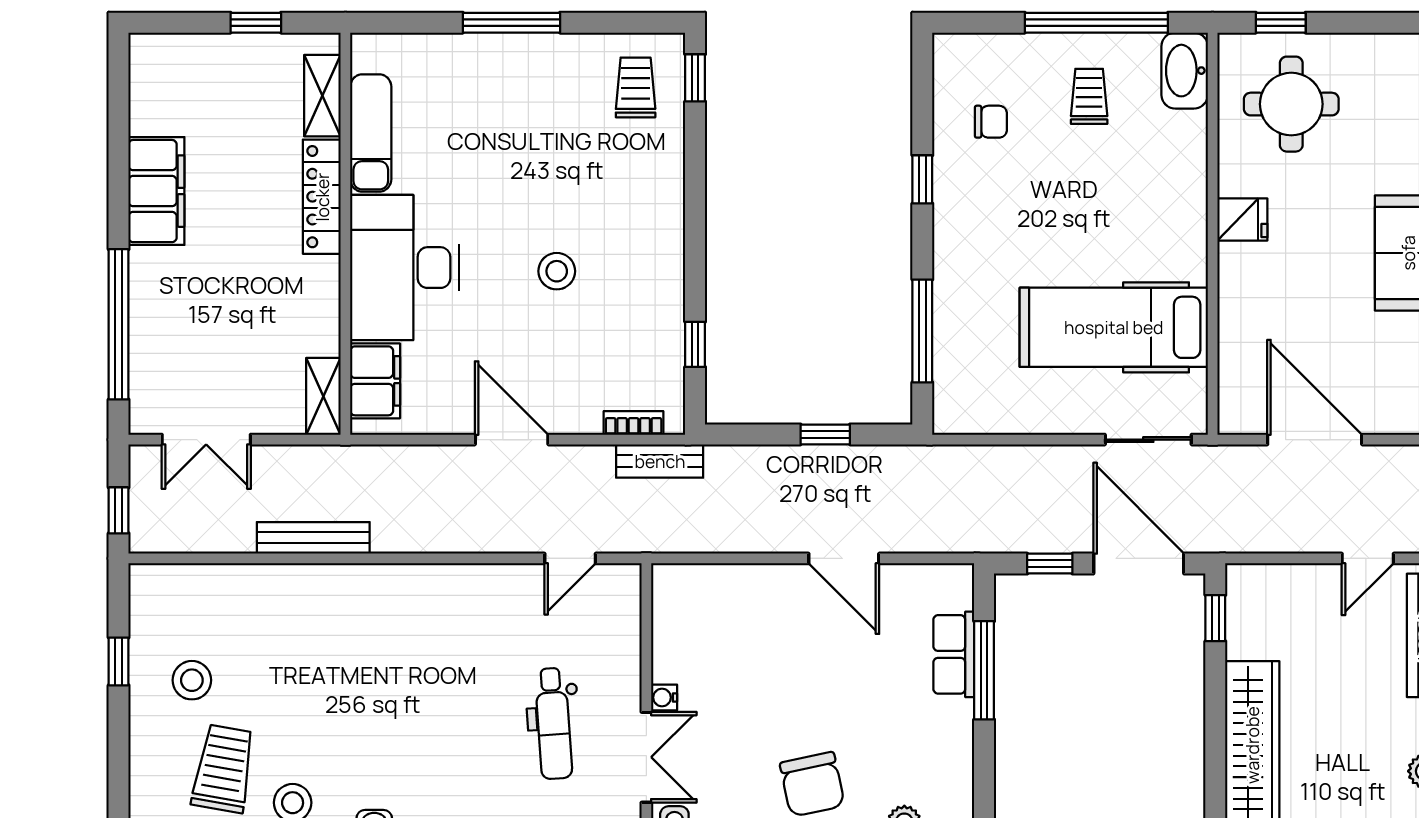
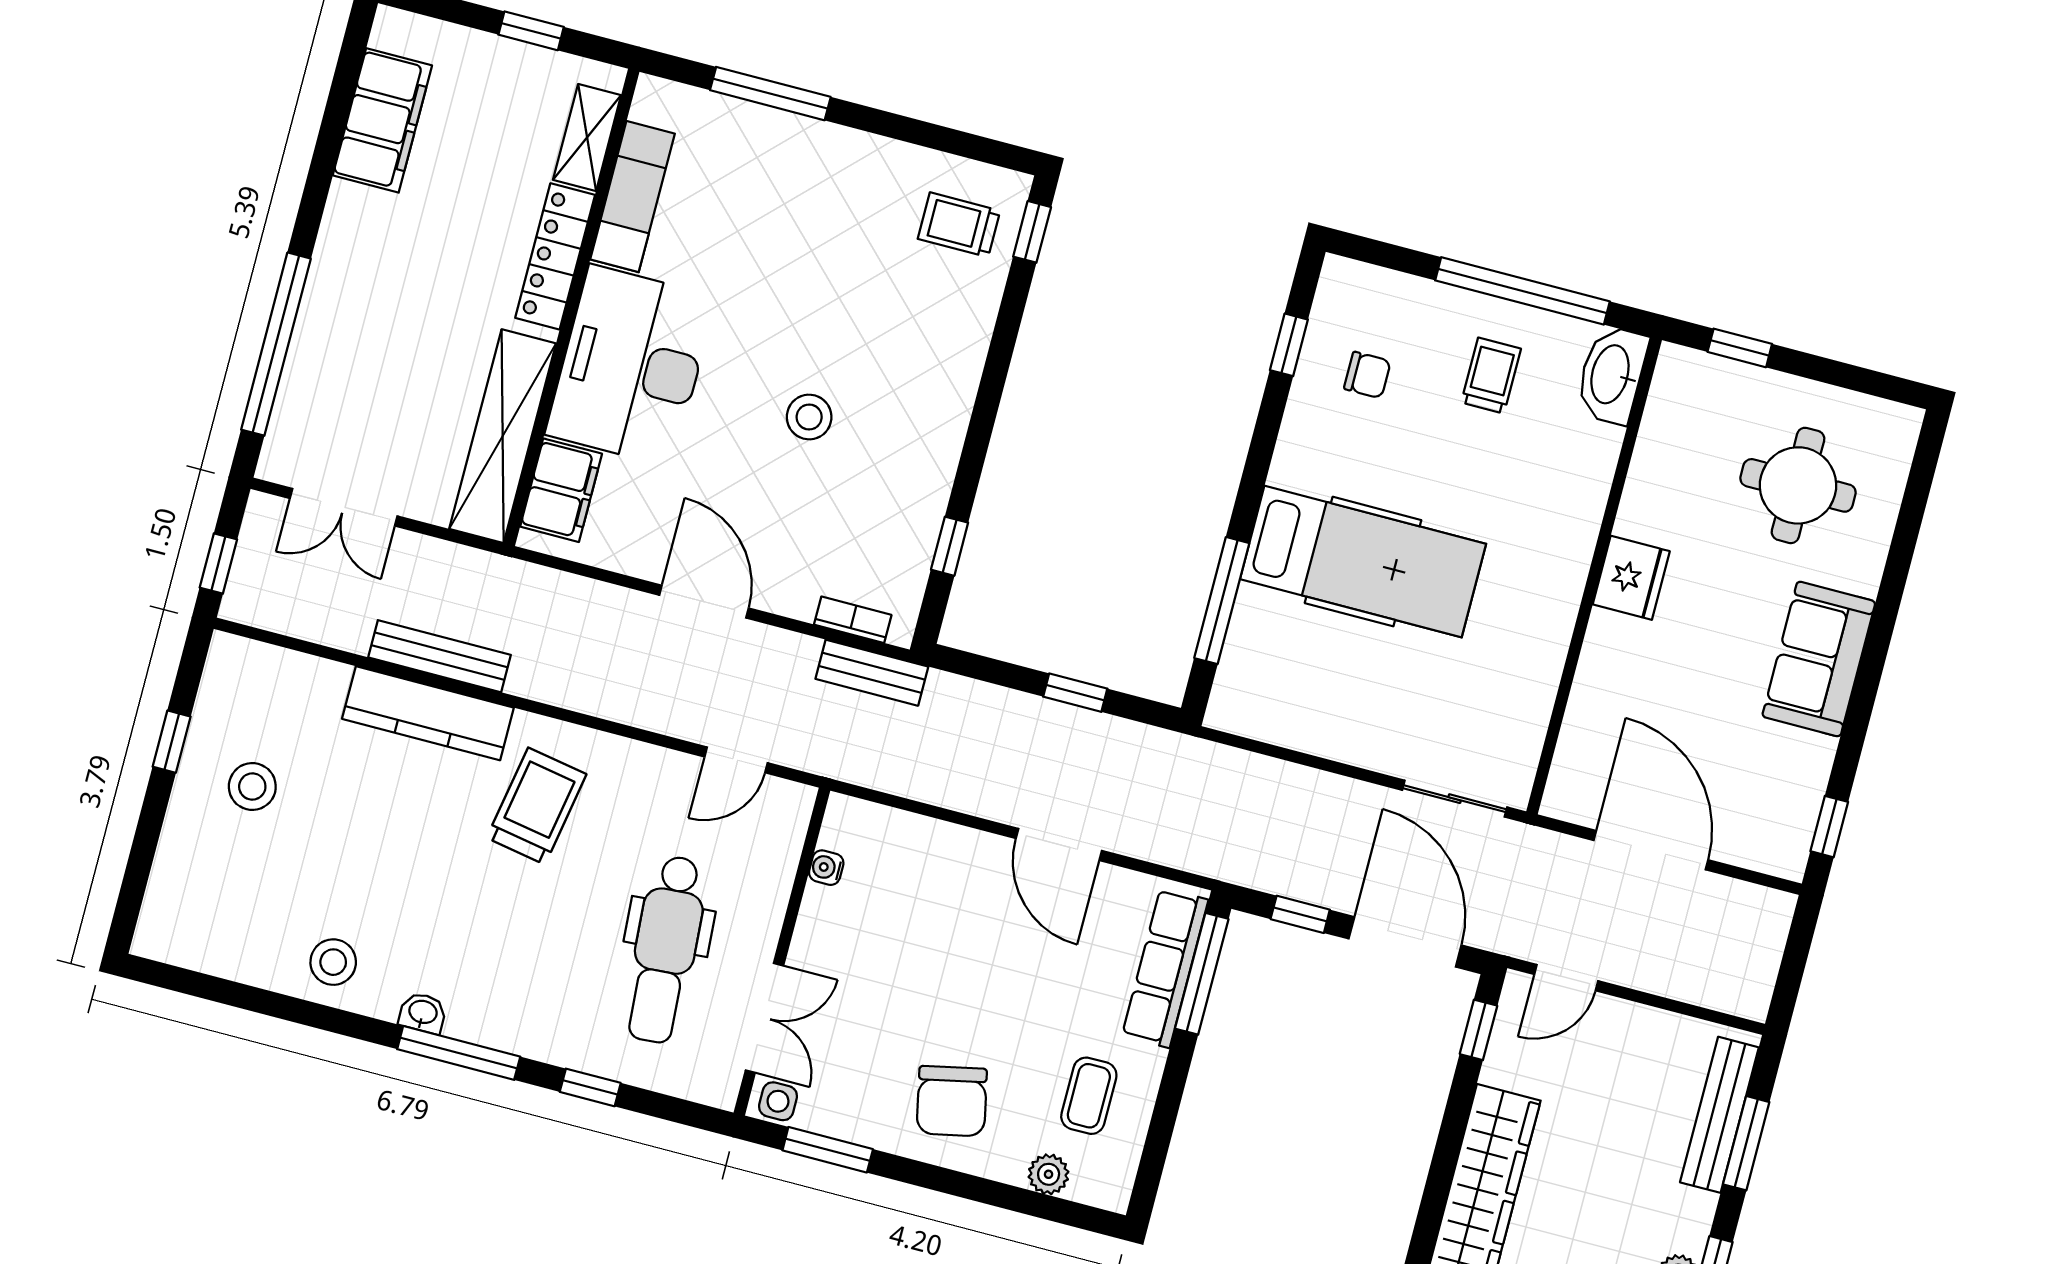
window: (511, 23) -> (770, 94), moved
trolley: (636, 87) -> (959, 225), turned -90
round table: (1291, 104) -> (1798, 485), moved
window: (922, 179) -> (1289, 345), moved
filing cabinet: (156, 191) -> (382, 120), moved
fridge: (1242, 220) -> (1631, 578), width x1.38
hospital bed: (1114, 327) -> (1363, 562), moved, turned 180
shelving: (323, 396) -> (503, 436), width x2.20, depth x1.33
door: (1368, 558) -> (1566, 978), moved
kitchen counter: (316, 586) -> (428, 713), added
row of seats: (954, 654) -> (1165, 968), width x1.48
window: (984, 670) -> (1202, 974), moved
water cooler: (664, 697) -> (826, 868), moved
dental chair: (553, 723) -> (665, 949), width x1.36, depth x1.38
coffee table: (920, 751) -> (1089, 1096), added
trolley: (224, 769) -> (537, 806), moved

